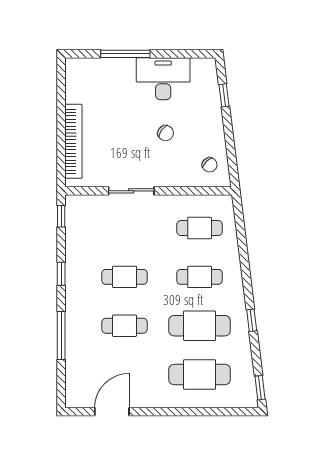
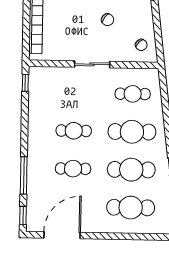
sliding door: (131, 191) -> (92, 64), moved
window: (61, 274) -> (23, 215), moved
cafe table: (200, 277) -> (132, 132), width x1.37, depth x1.35
door: (112, 412) -> (62, 235), width x1.36

